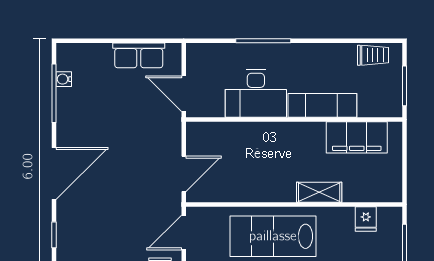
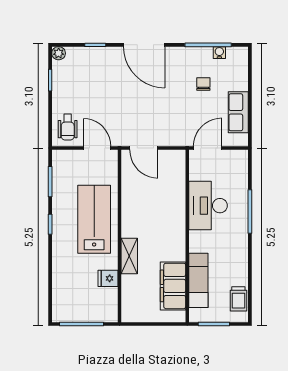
chair: (103, 99) -> (203, 84), added
exam couch: (322, 105) -> (198, 280), moved
fridge: (366, 219) -> (108, 278), moved

